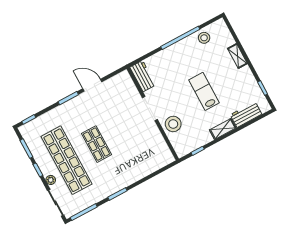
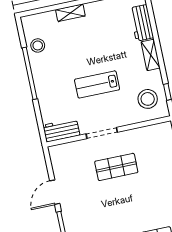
lab bench: (204, 91) -> (97, 84), moved
stool: (173, 124) -> (148, 99), moved
shop shelf: (97, 144) -> (116, 167), moved

